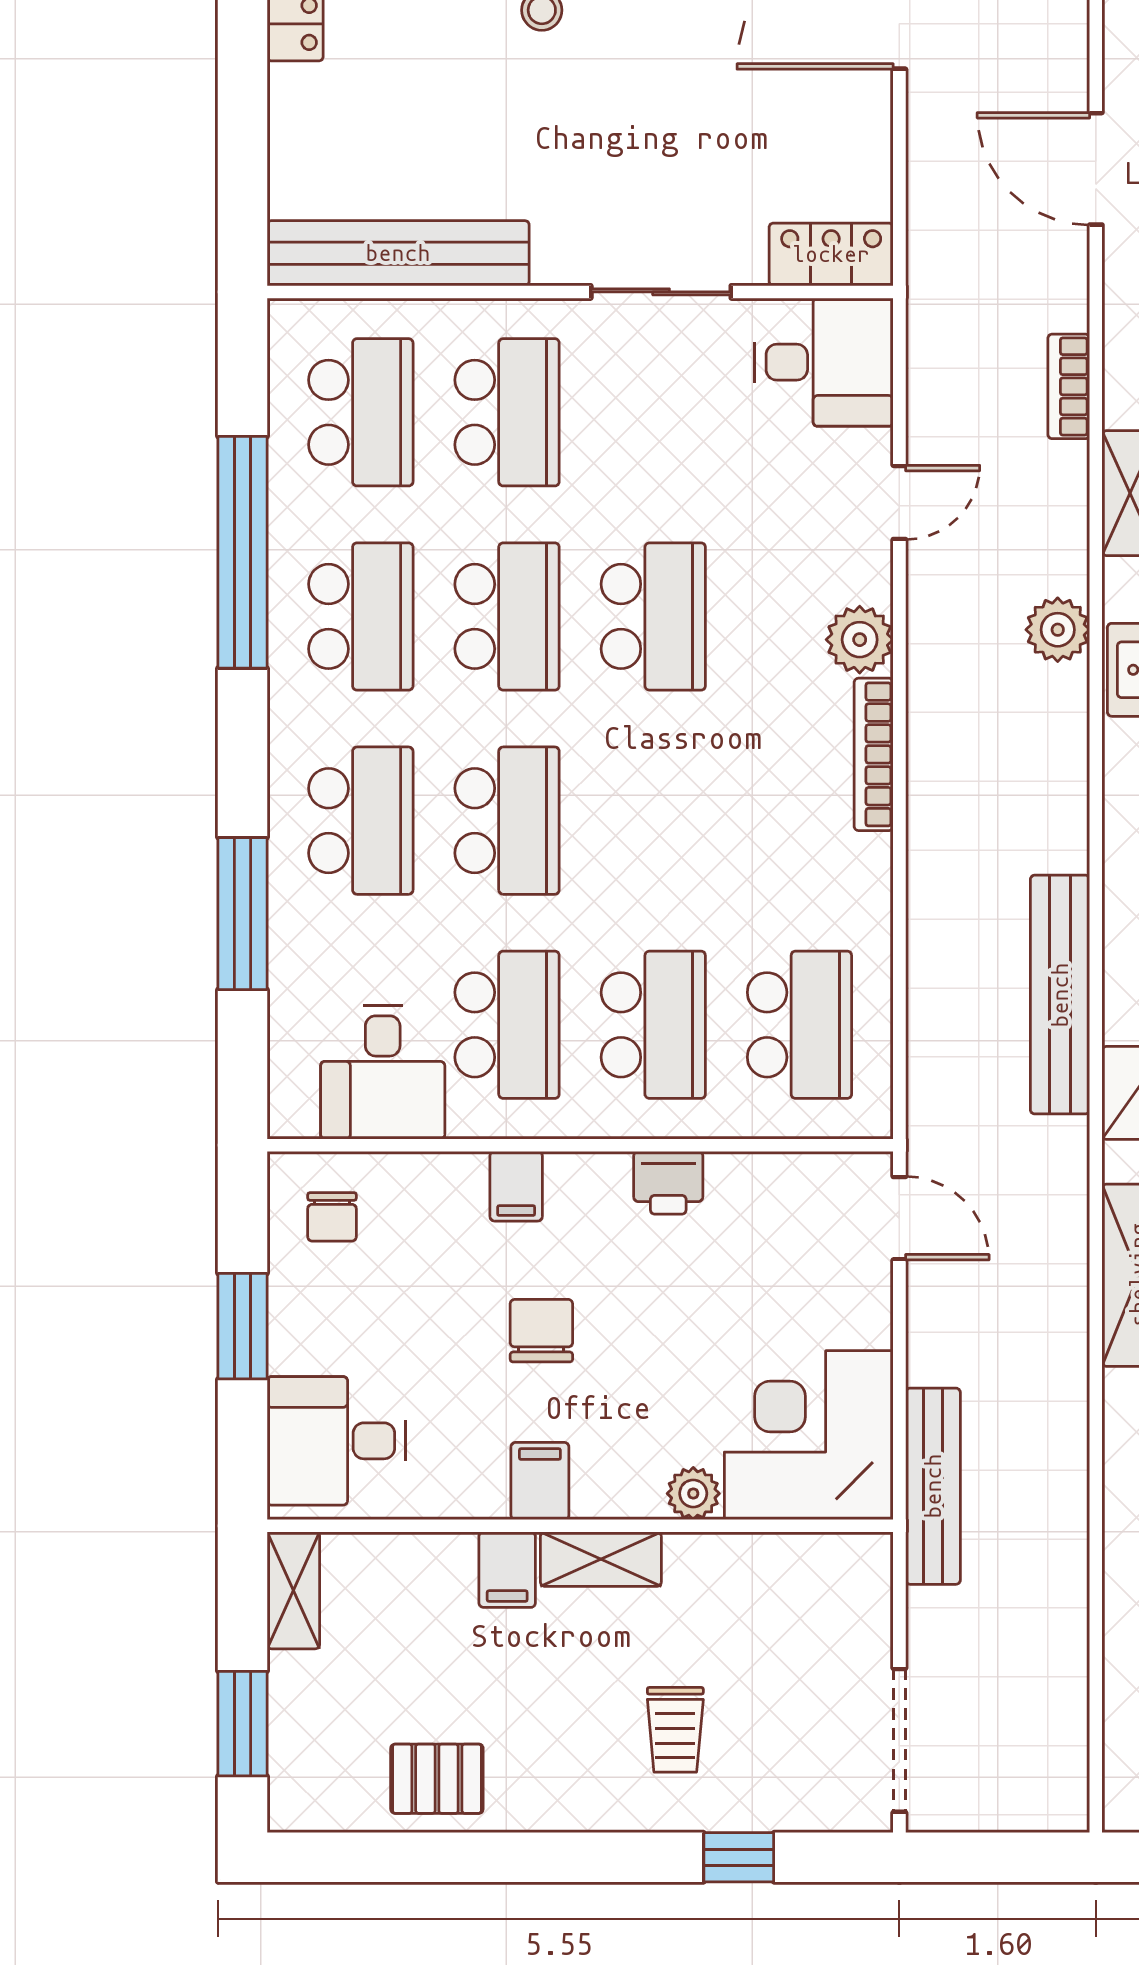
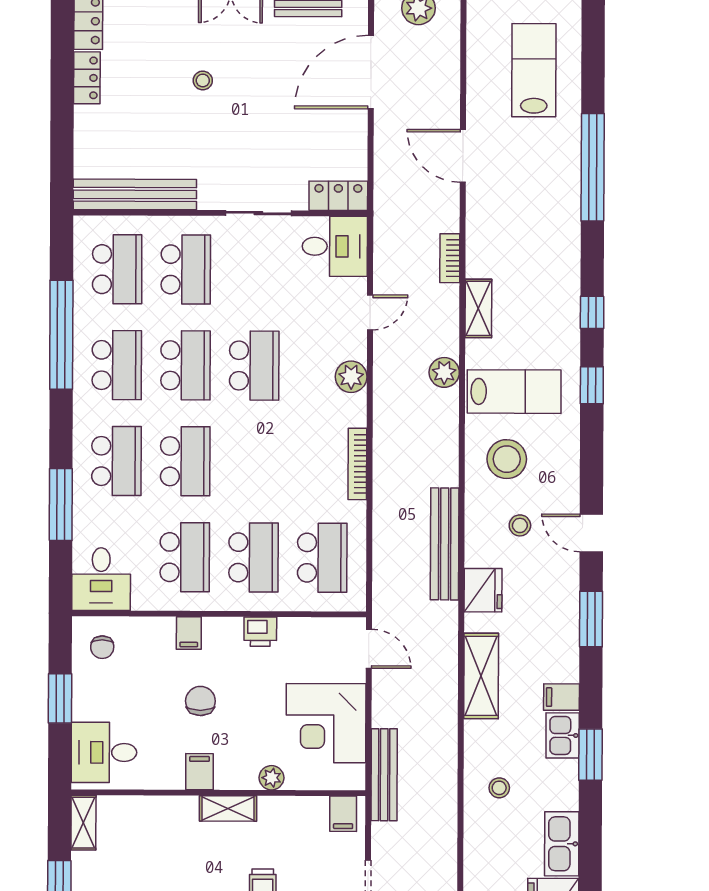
bookcase: (874, 754) -> (357, 464), moved
desk: (383, 1072) -> (101, 579), moved
corner desk: (809, 1435) -> (326, 723), moved, turned -90
filing cabinet: (507, 1570) -> (343, 814), moved

